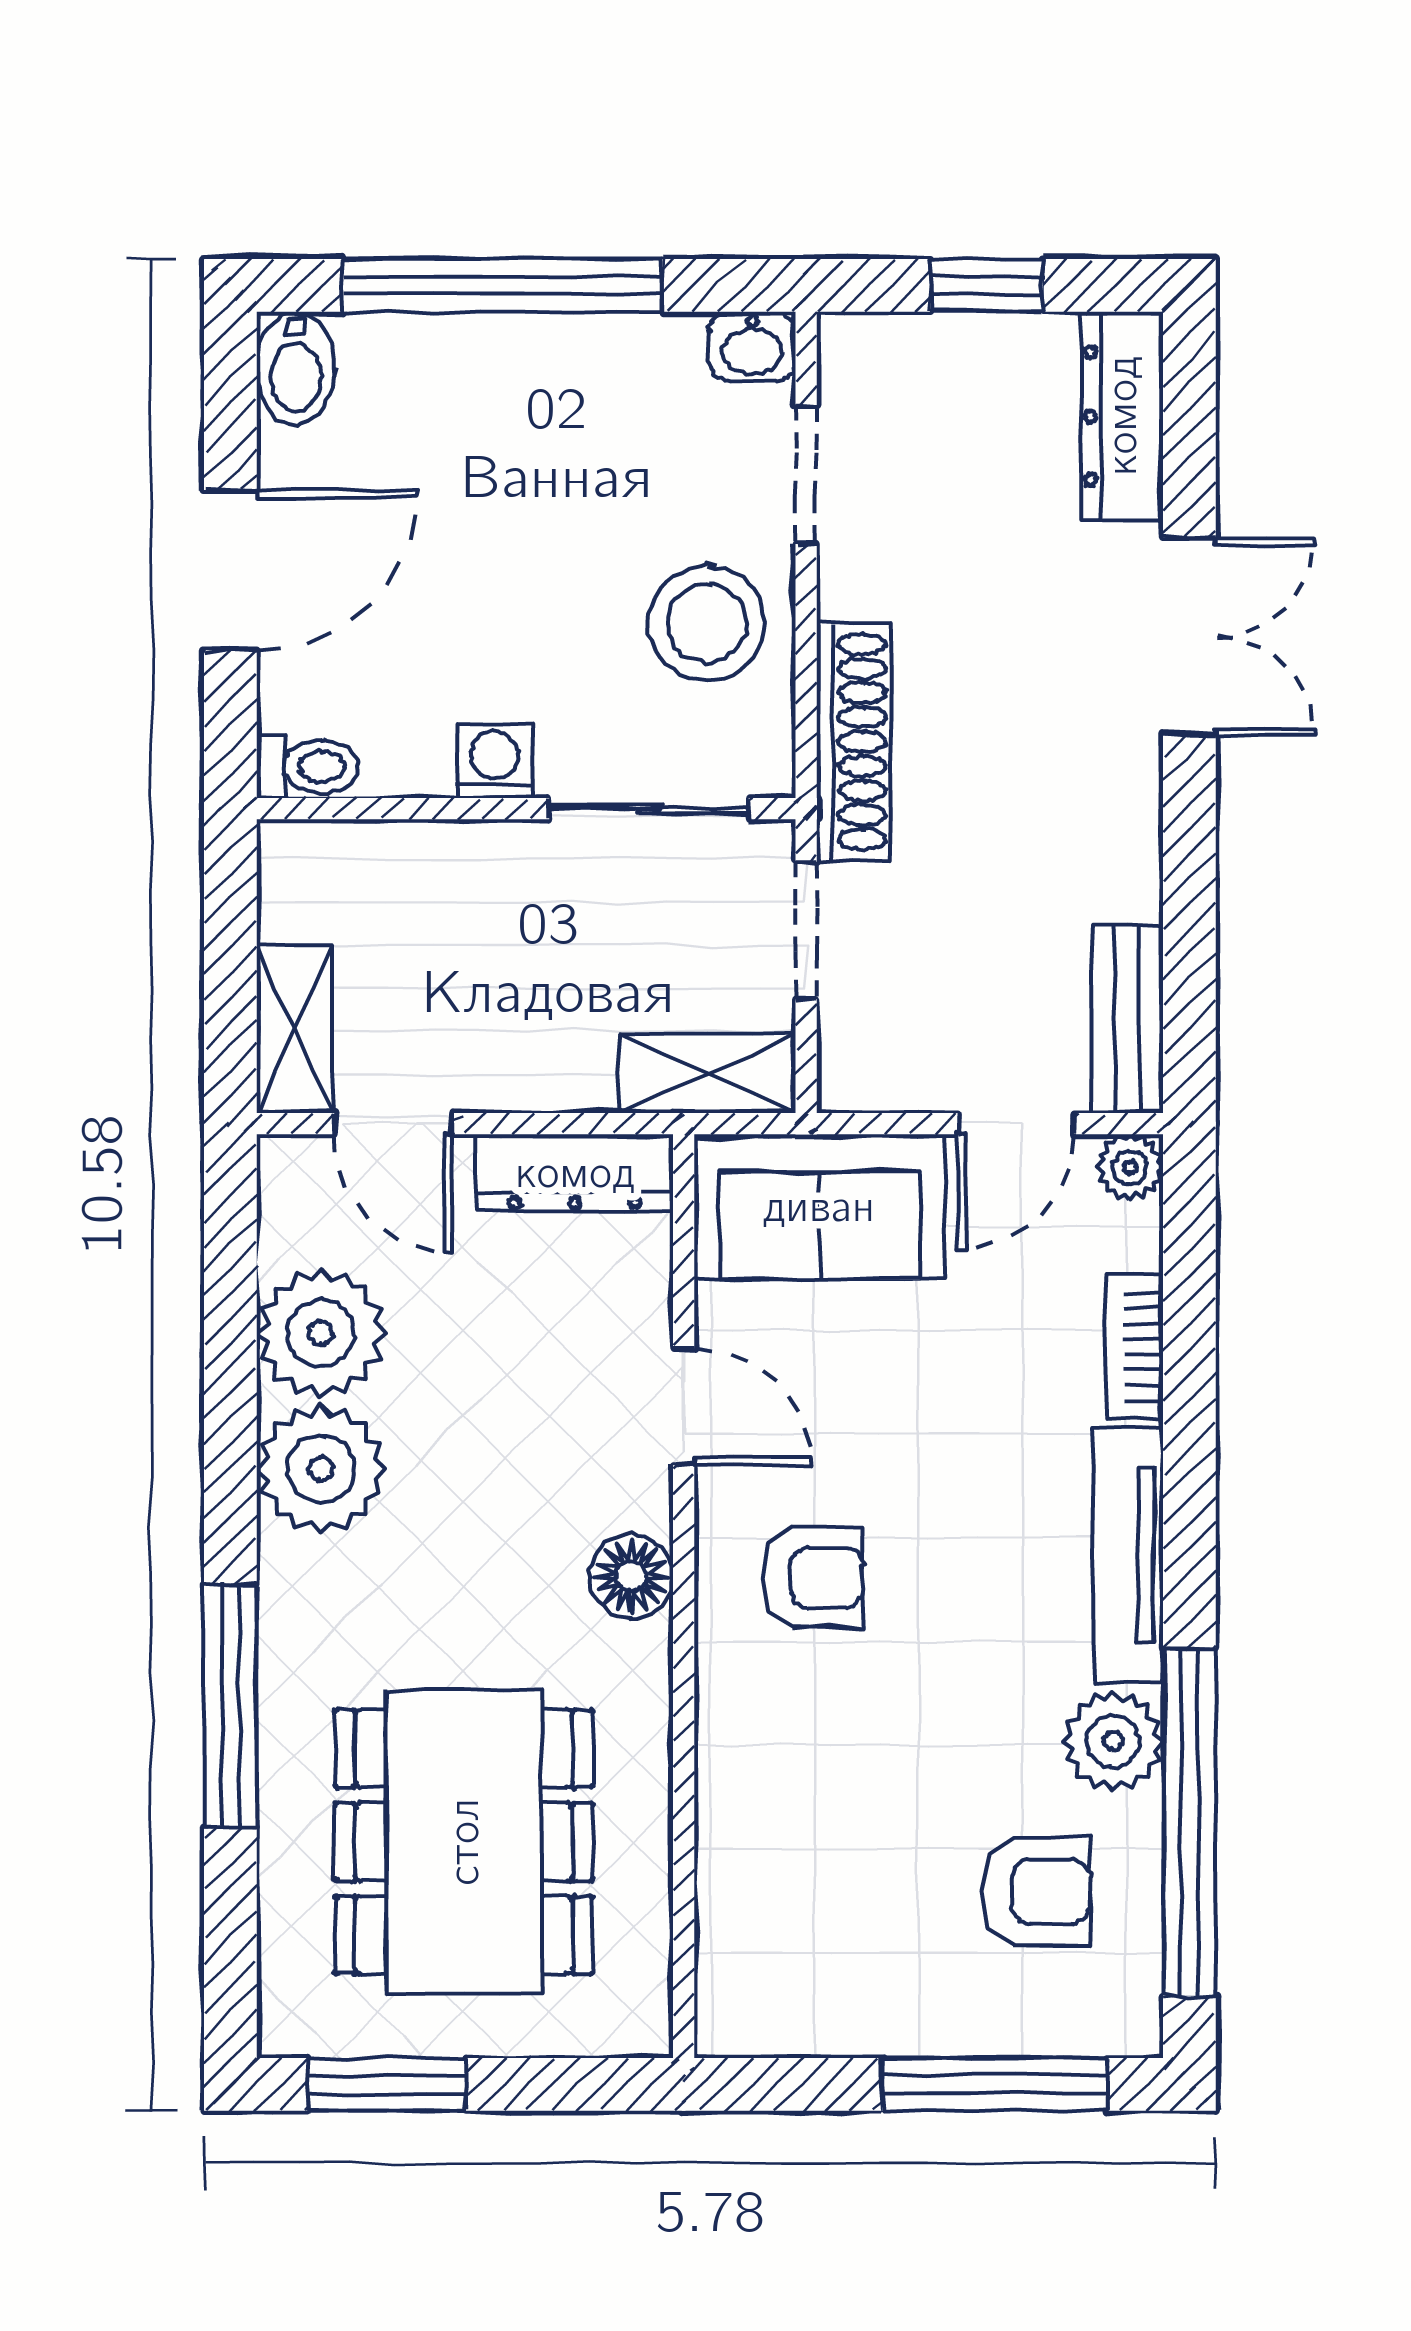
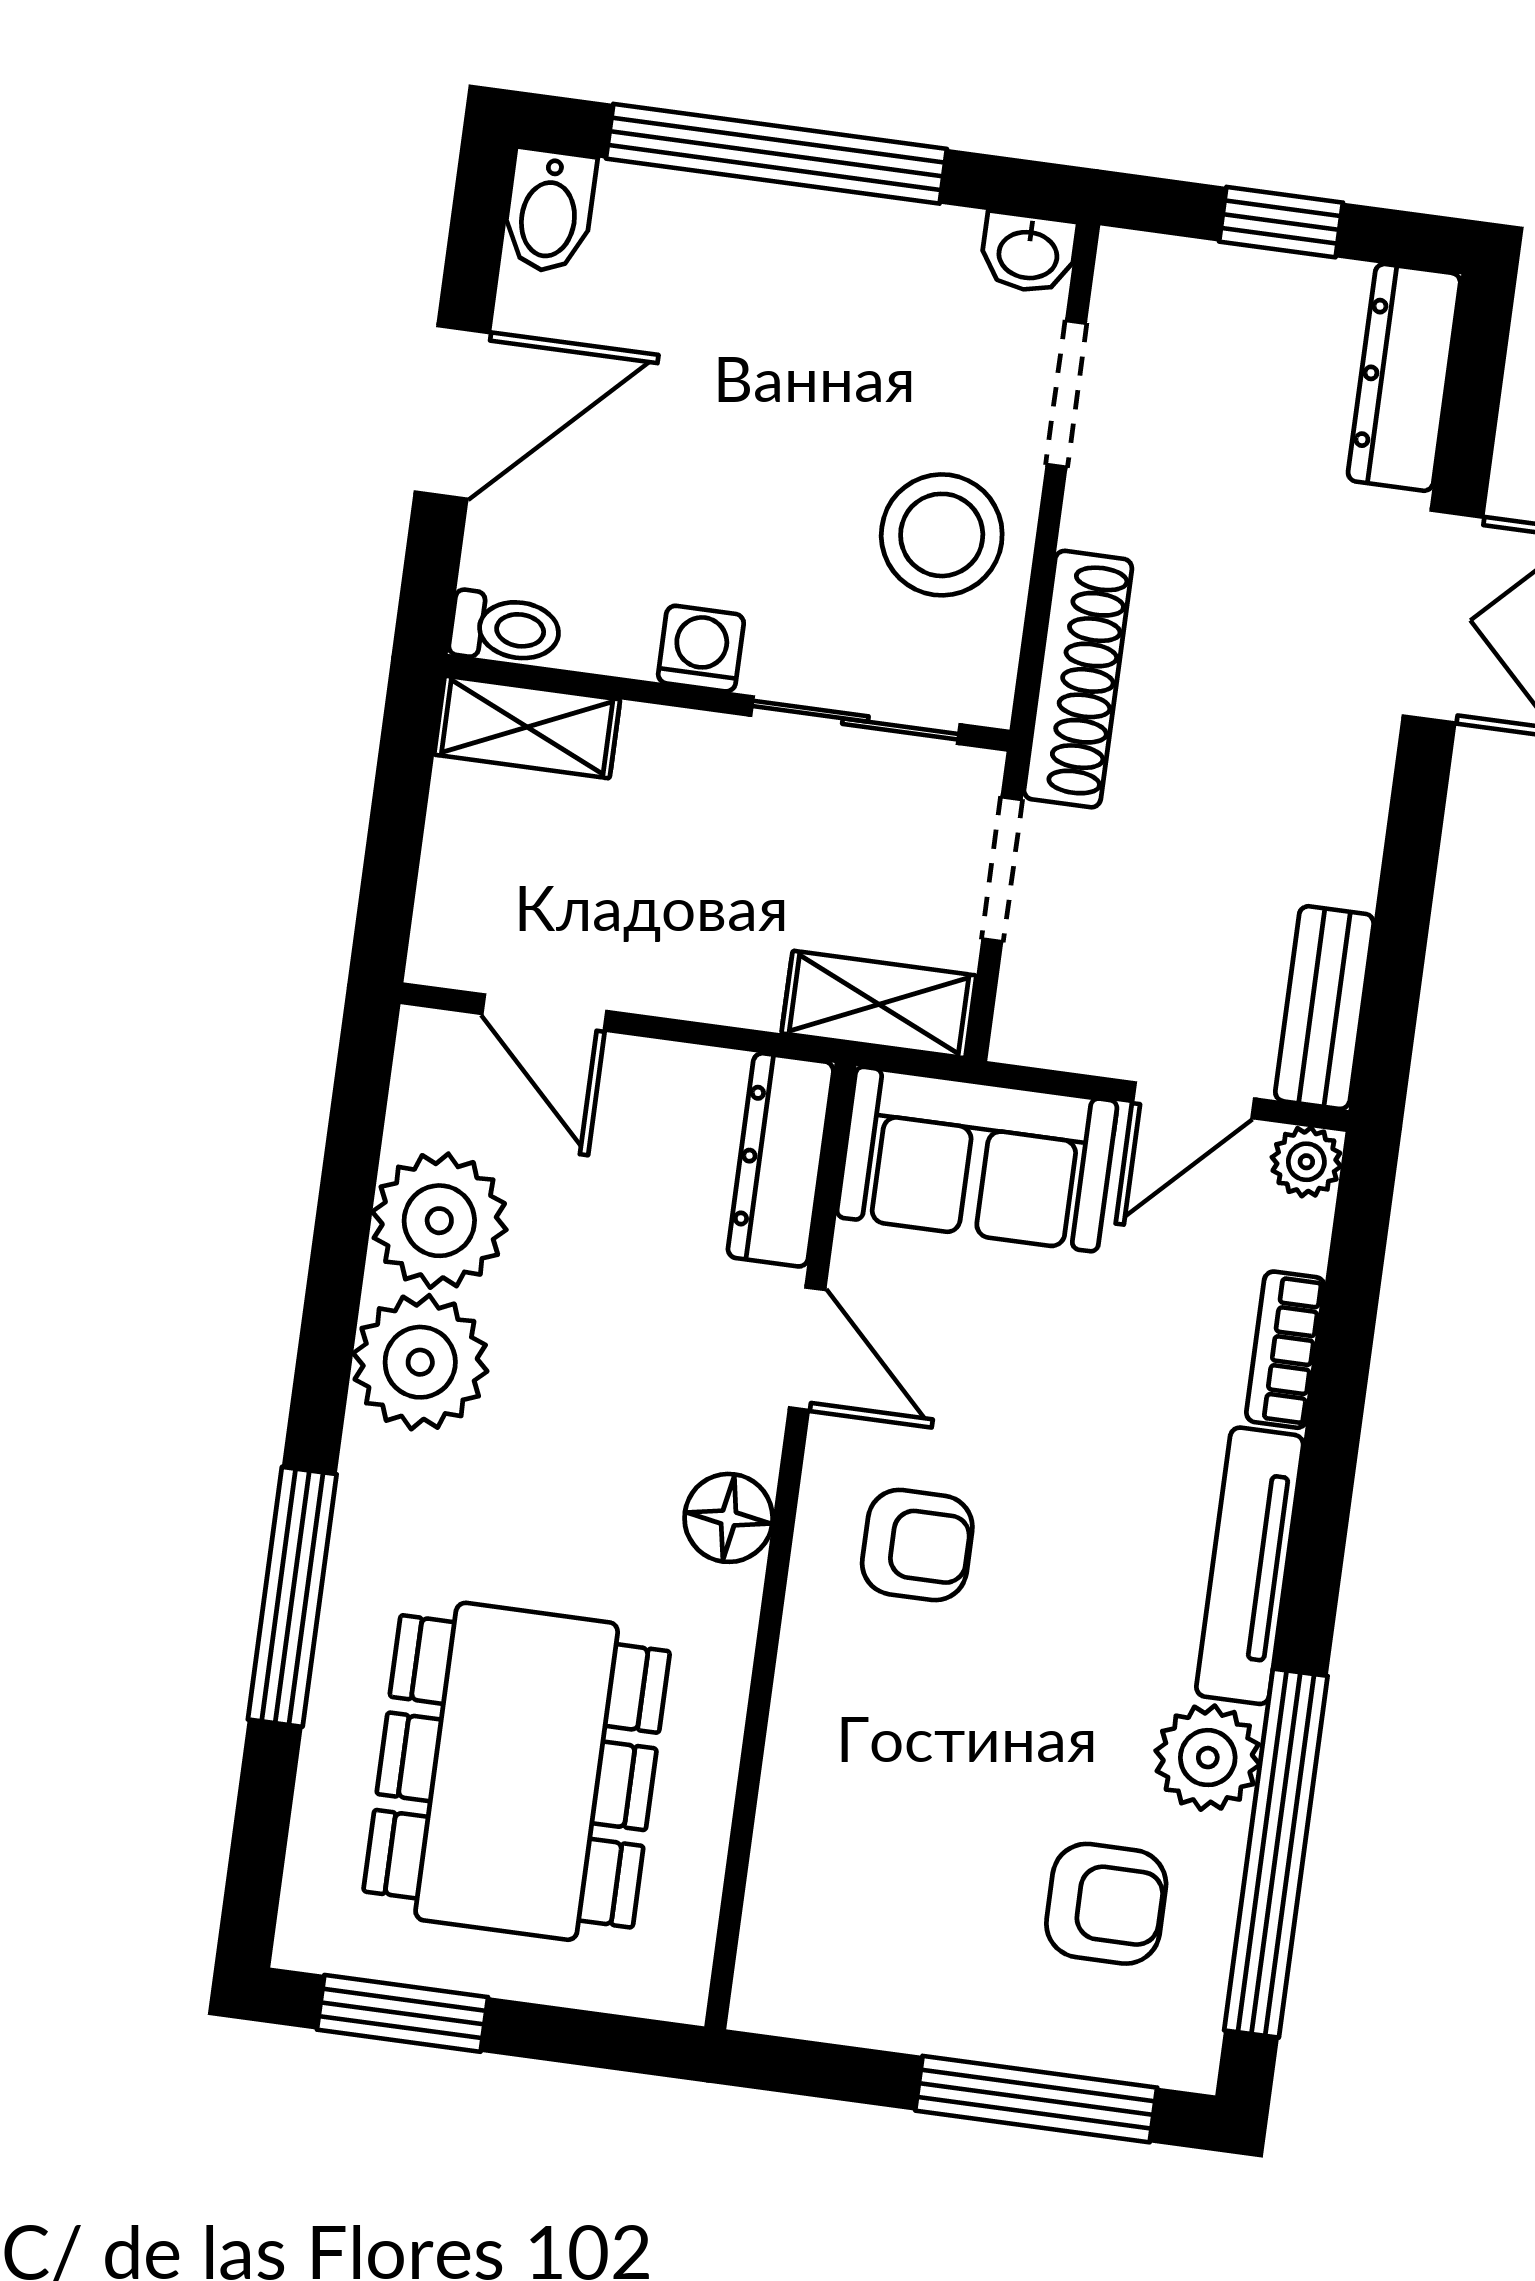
shelving: (294, 1029) -> (527, 727), moved, turned 90
dresser: (575, 1173) -> (781, 1160), moved, turned 90

